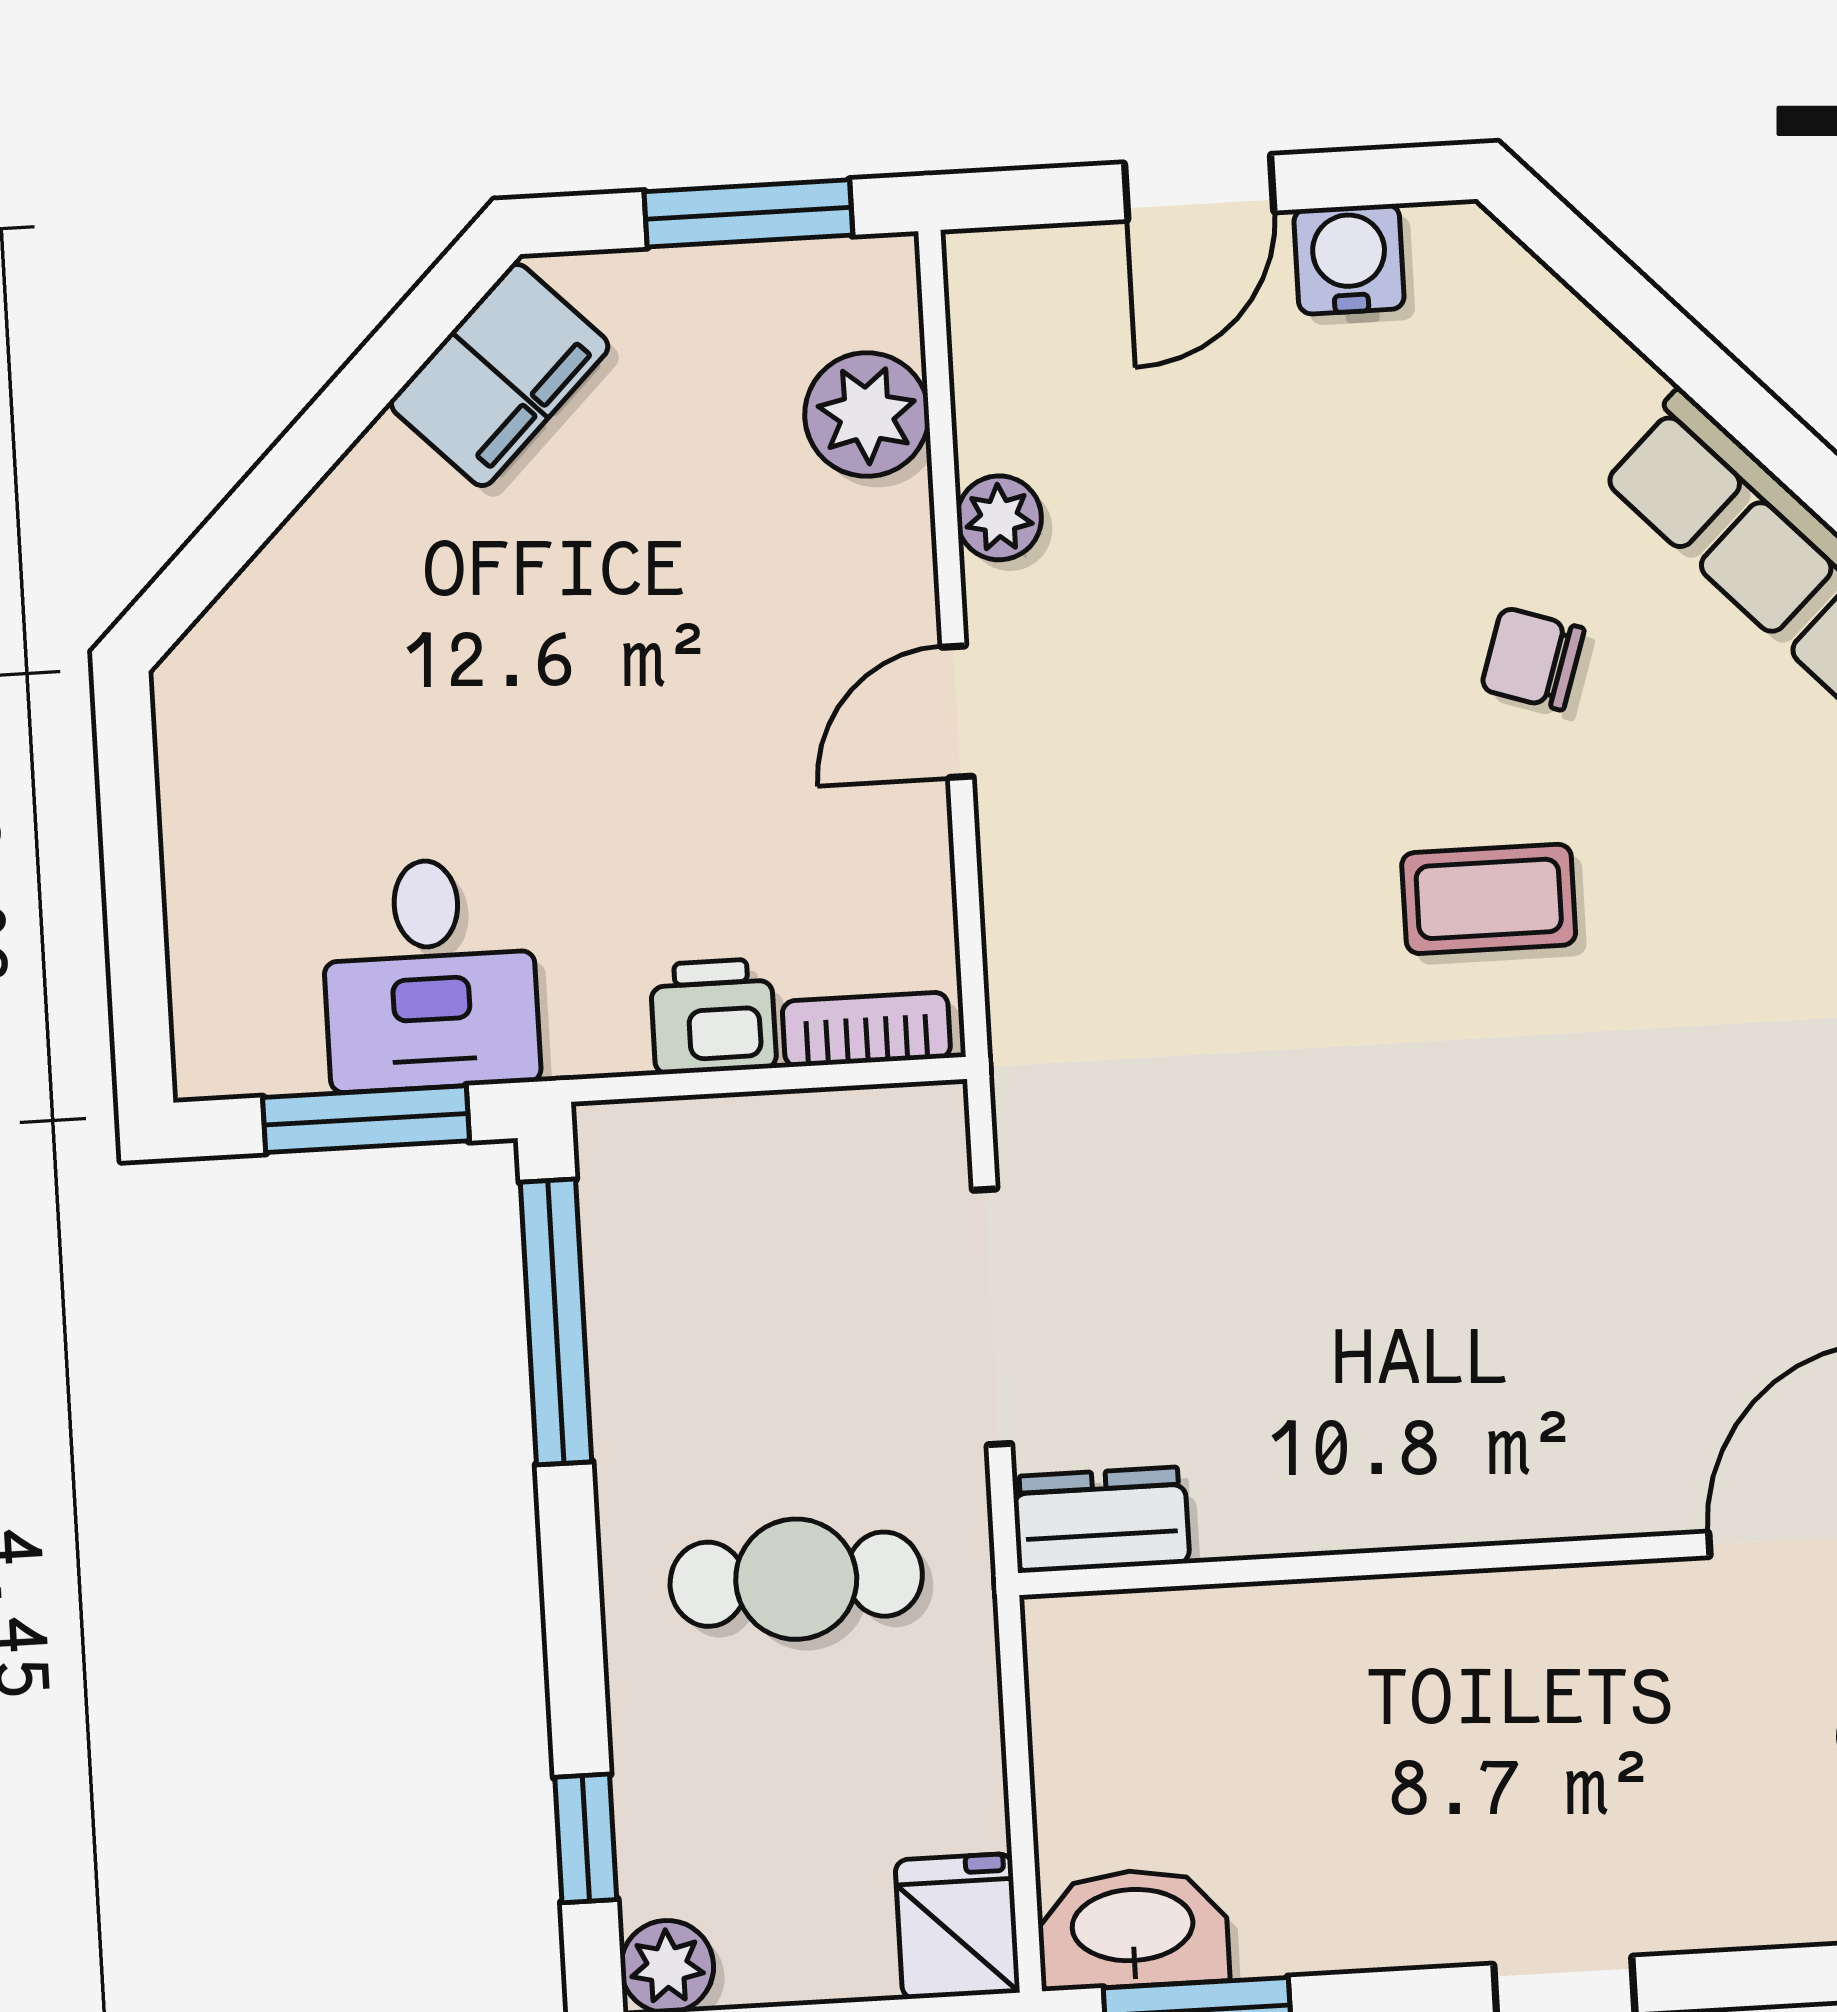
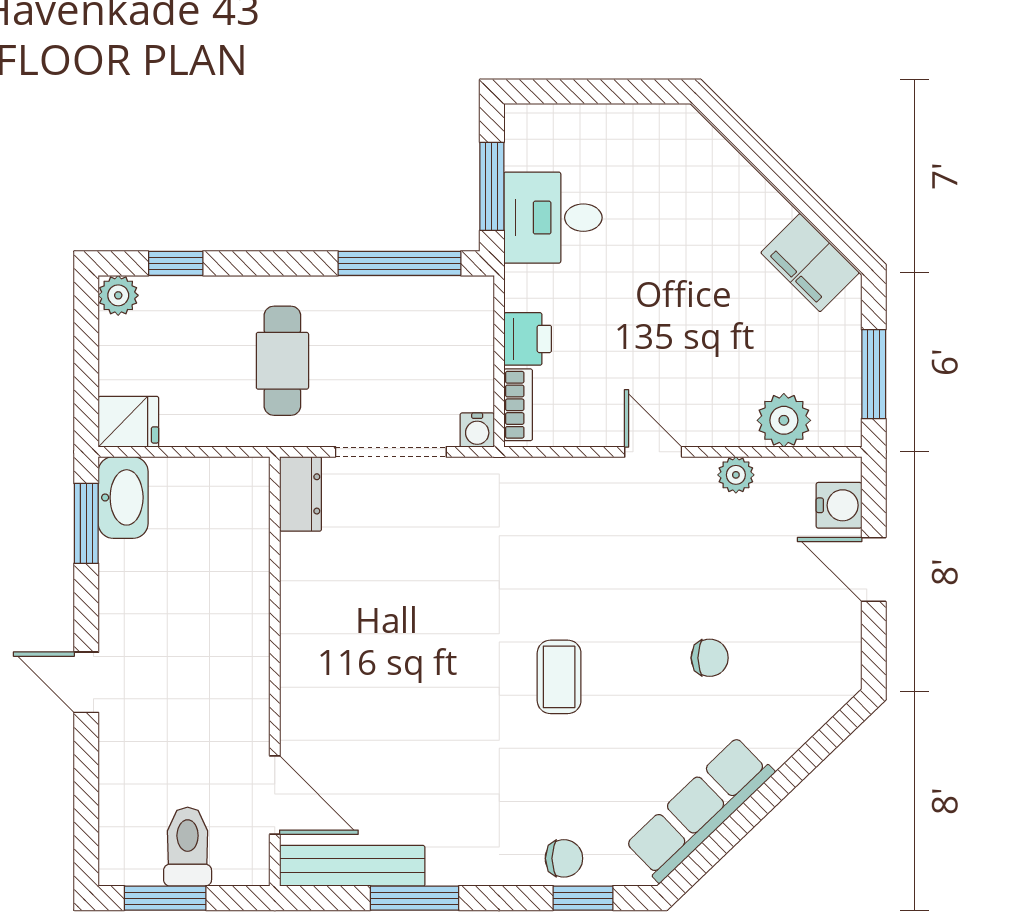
water cooler: (1349, 259) -> (839, 505), moved
chair: (1533, 659) -> (710, 658), moved, turned 72
water cooler: (930, 1121) -> (477, 430), added

